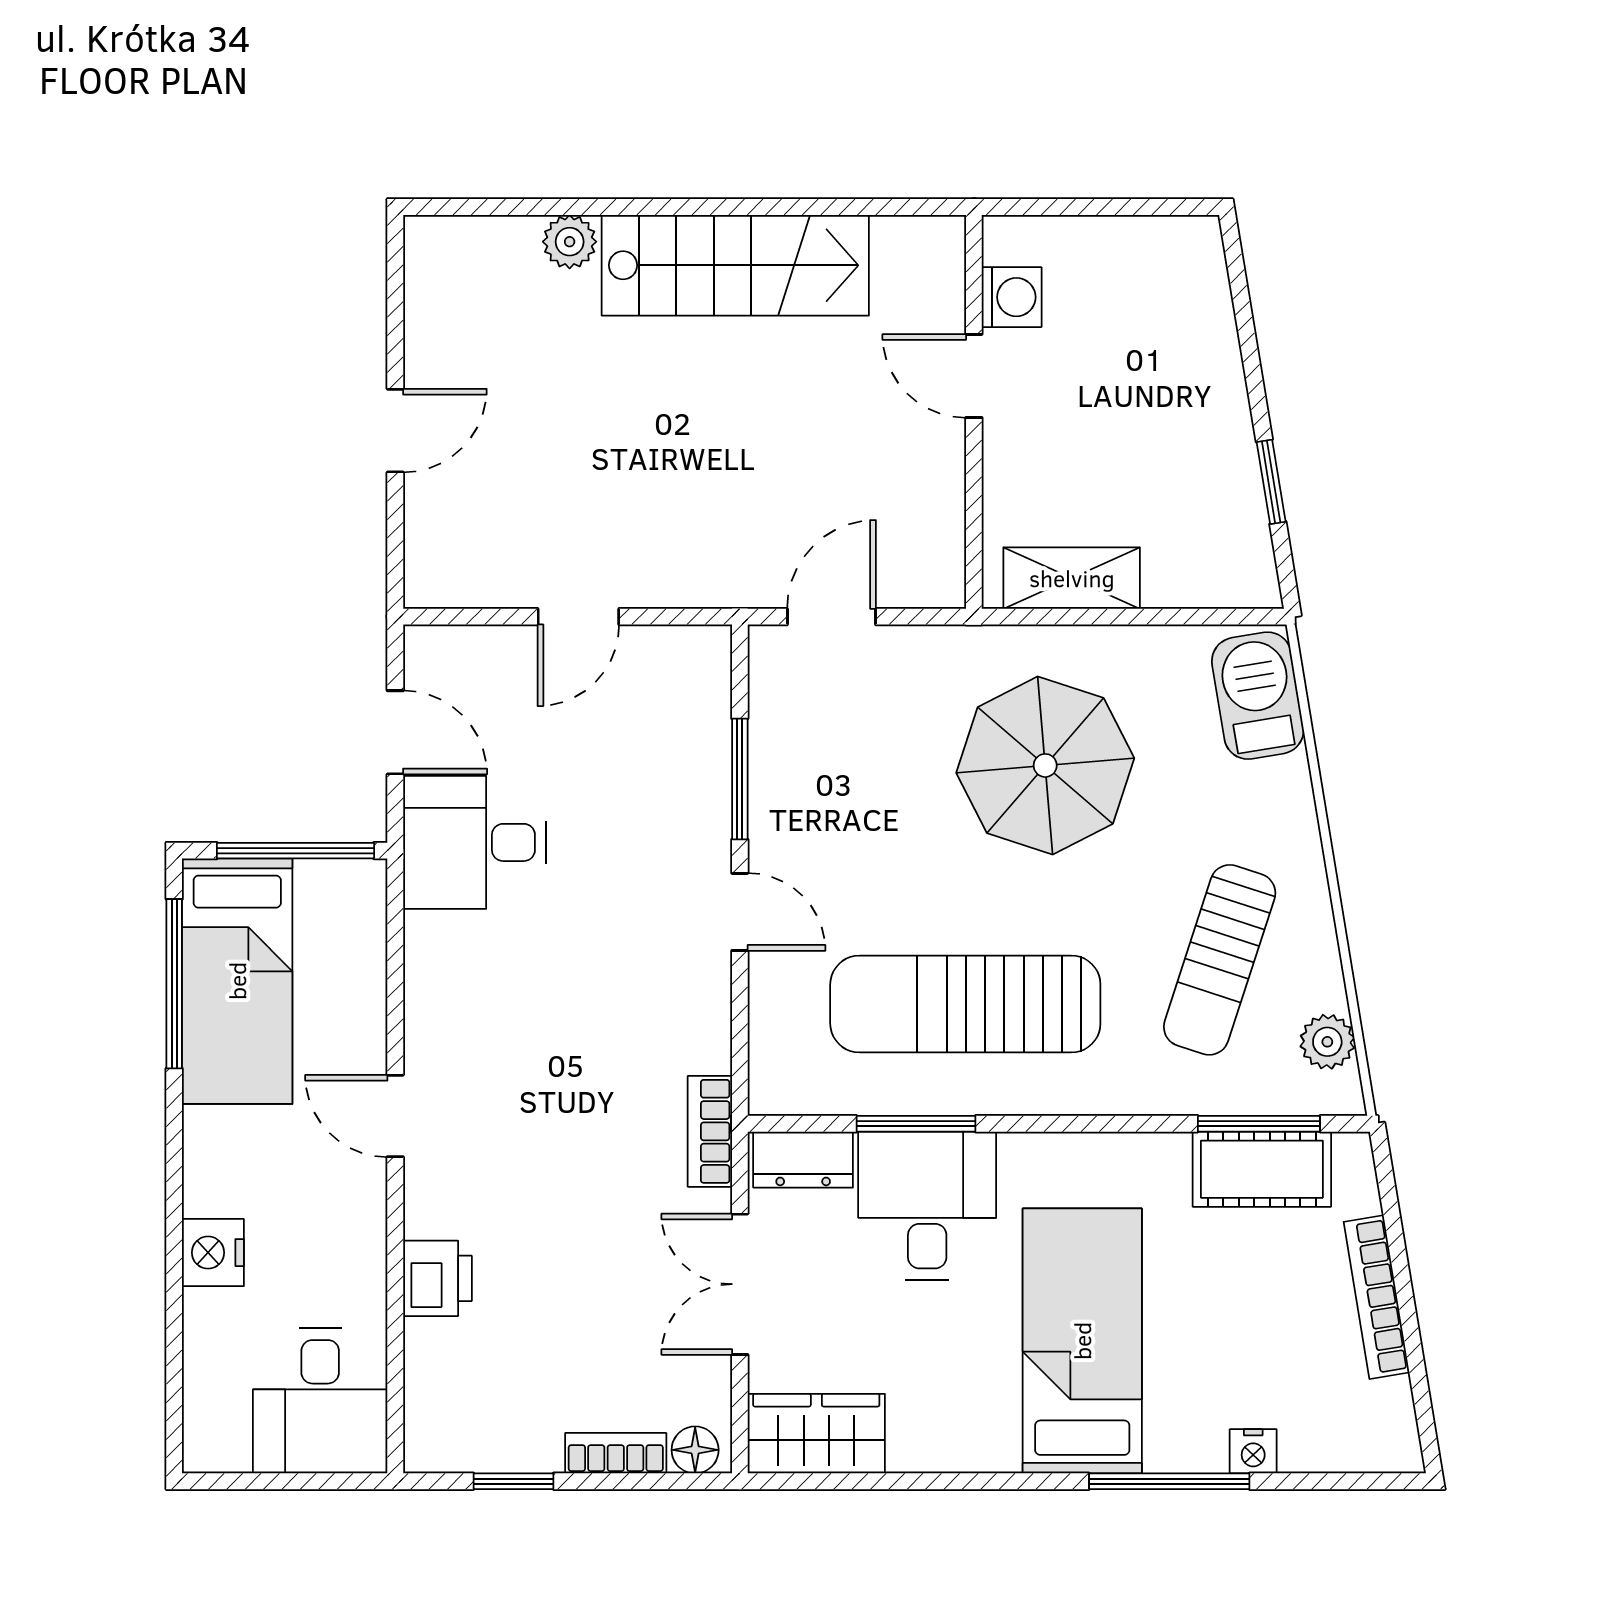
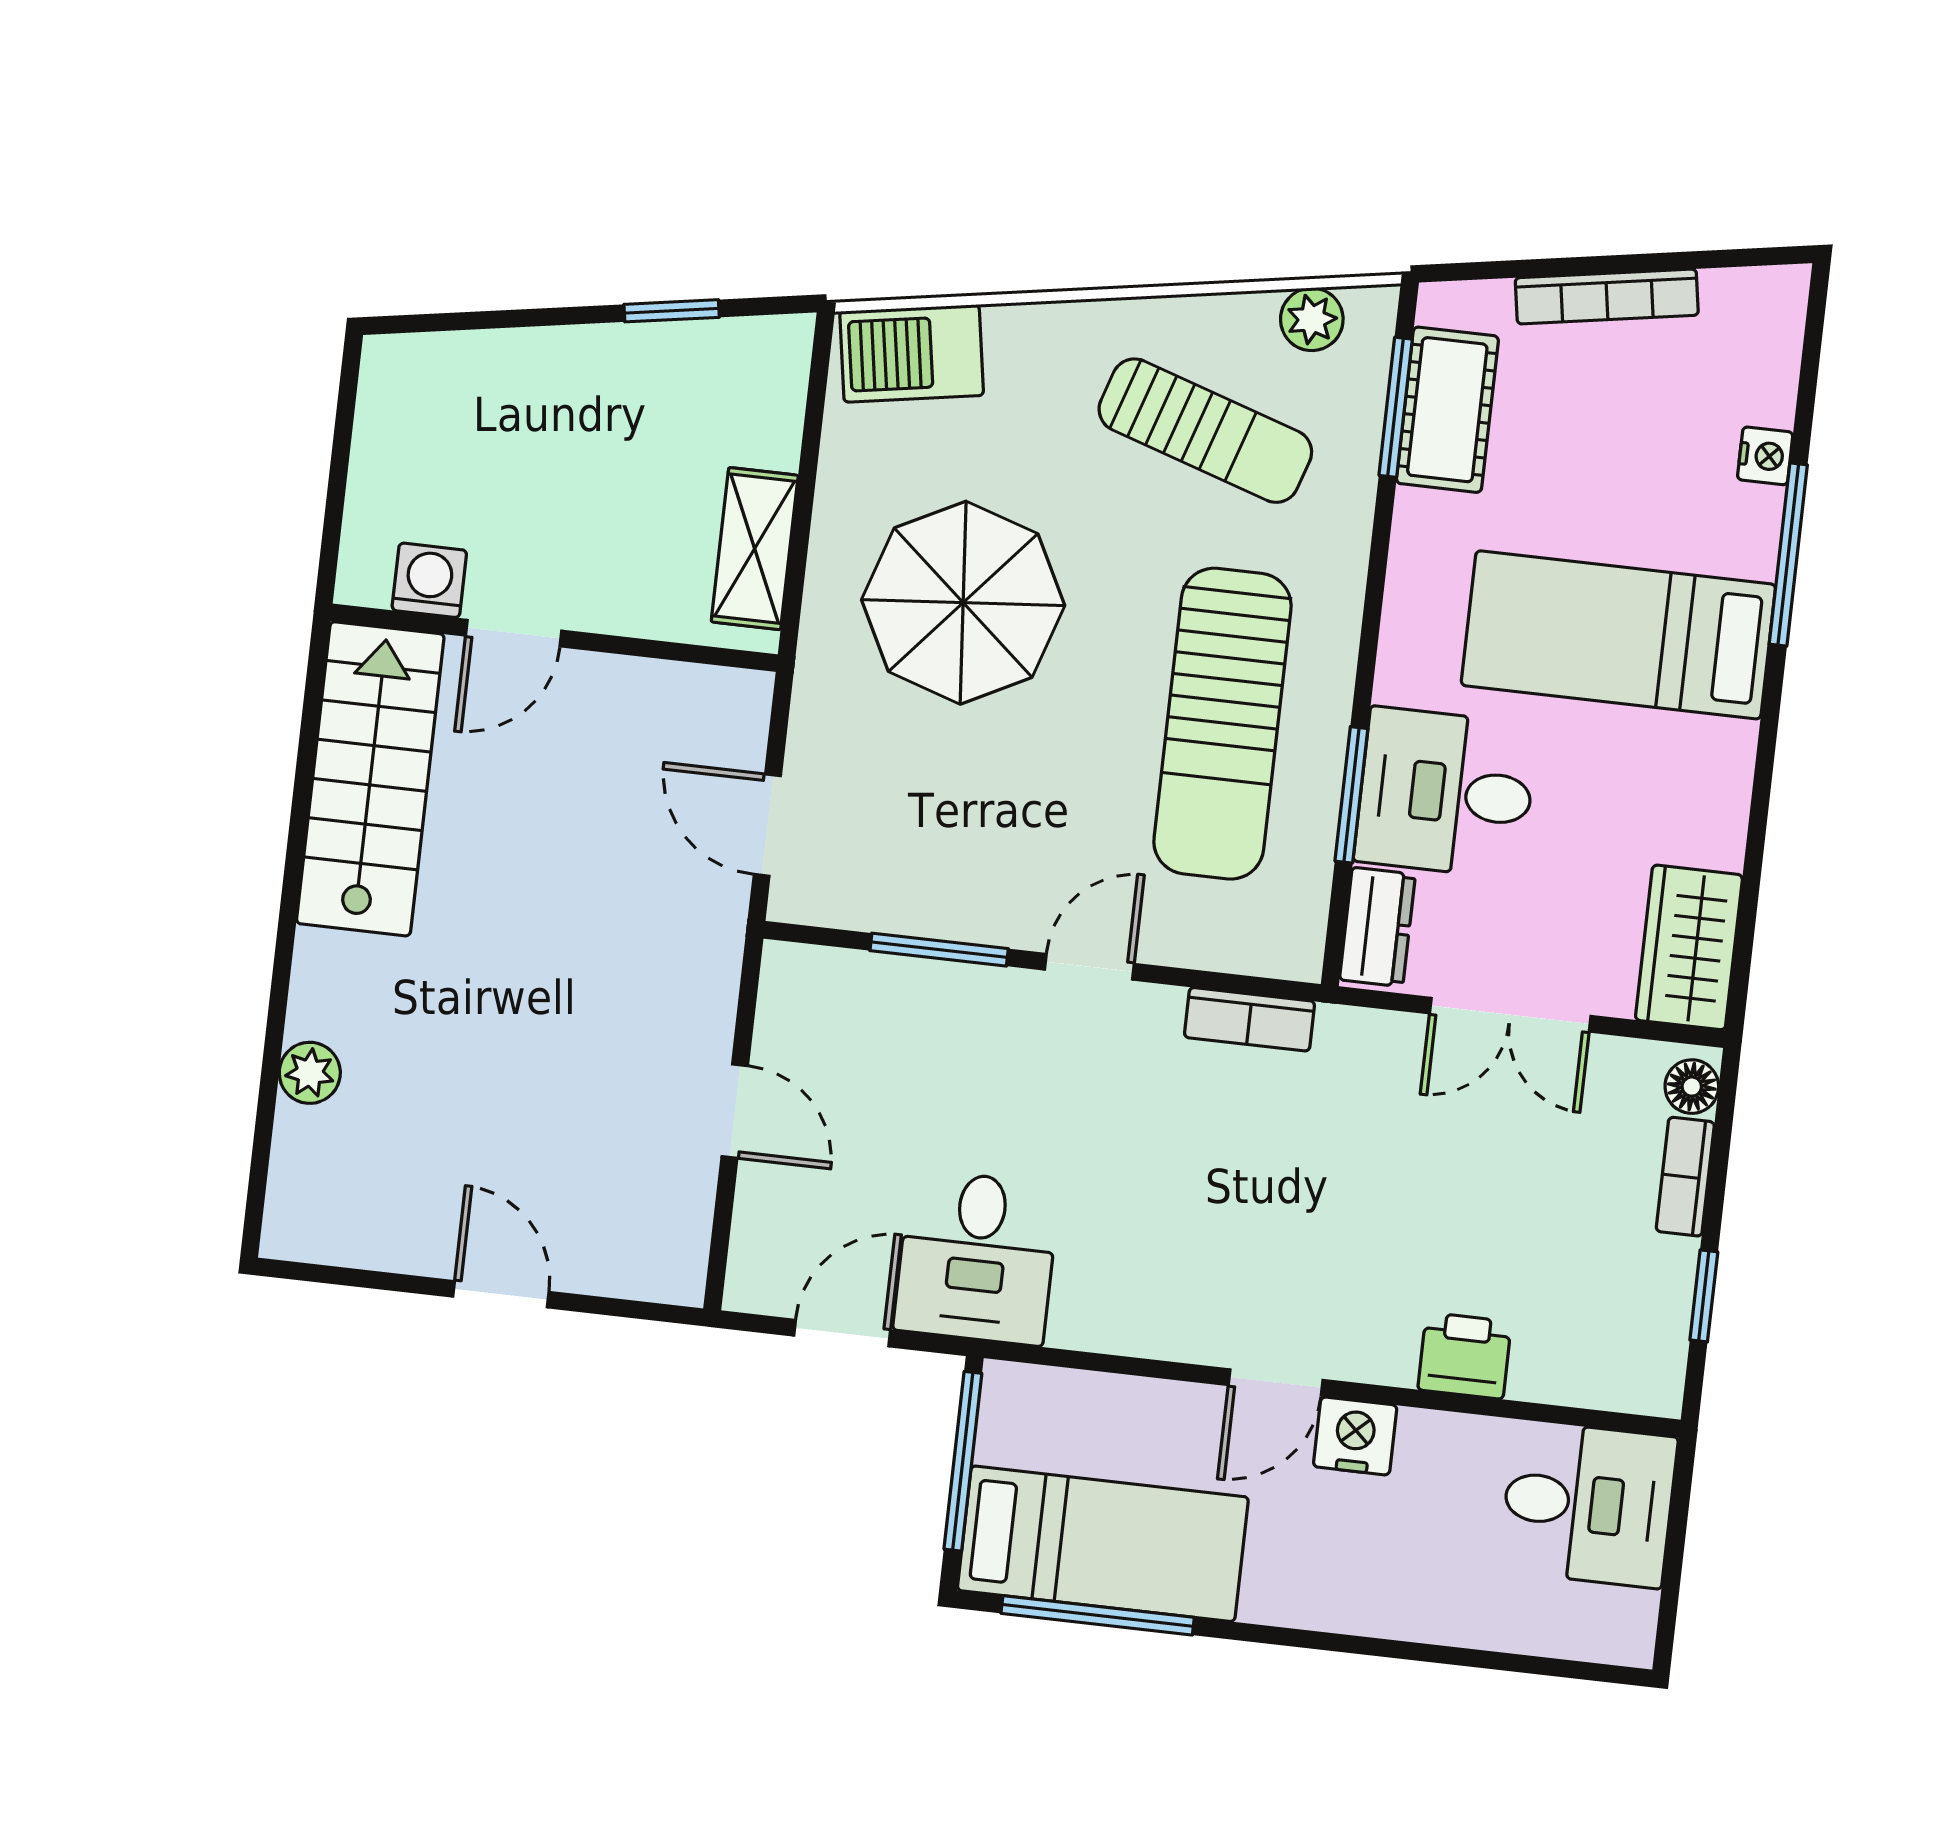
stairs: (735, 265) -> (370, 779), moved
bookcase: (710, 1131) -> (1250, 1019), moved
nightstand: (213, 1253) -> (1355, 1436), moved, turned 180

